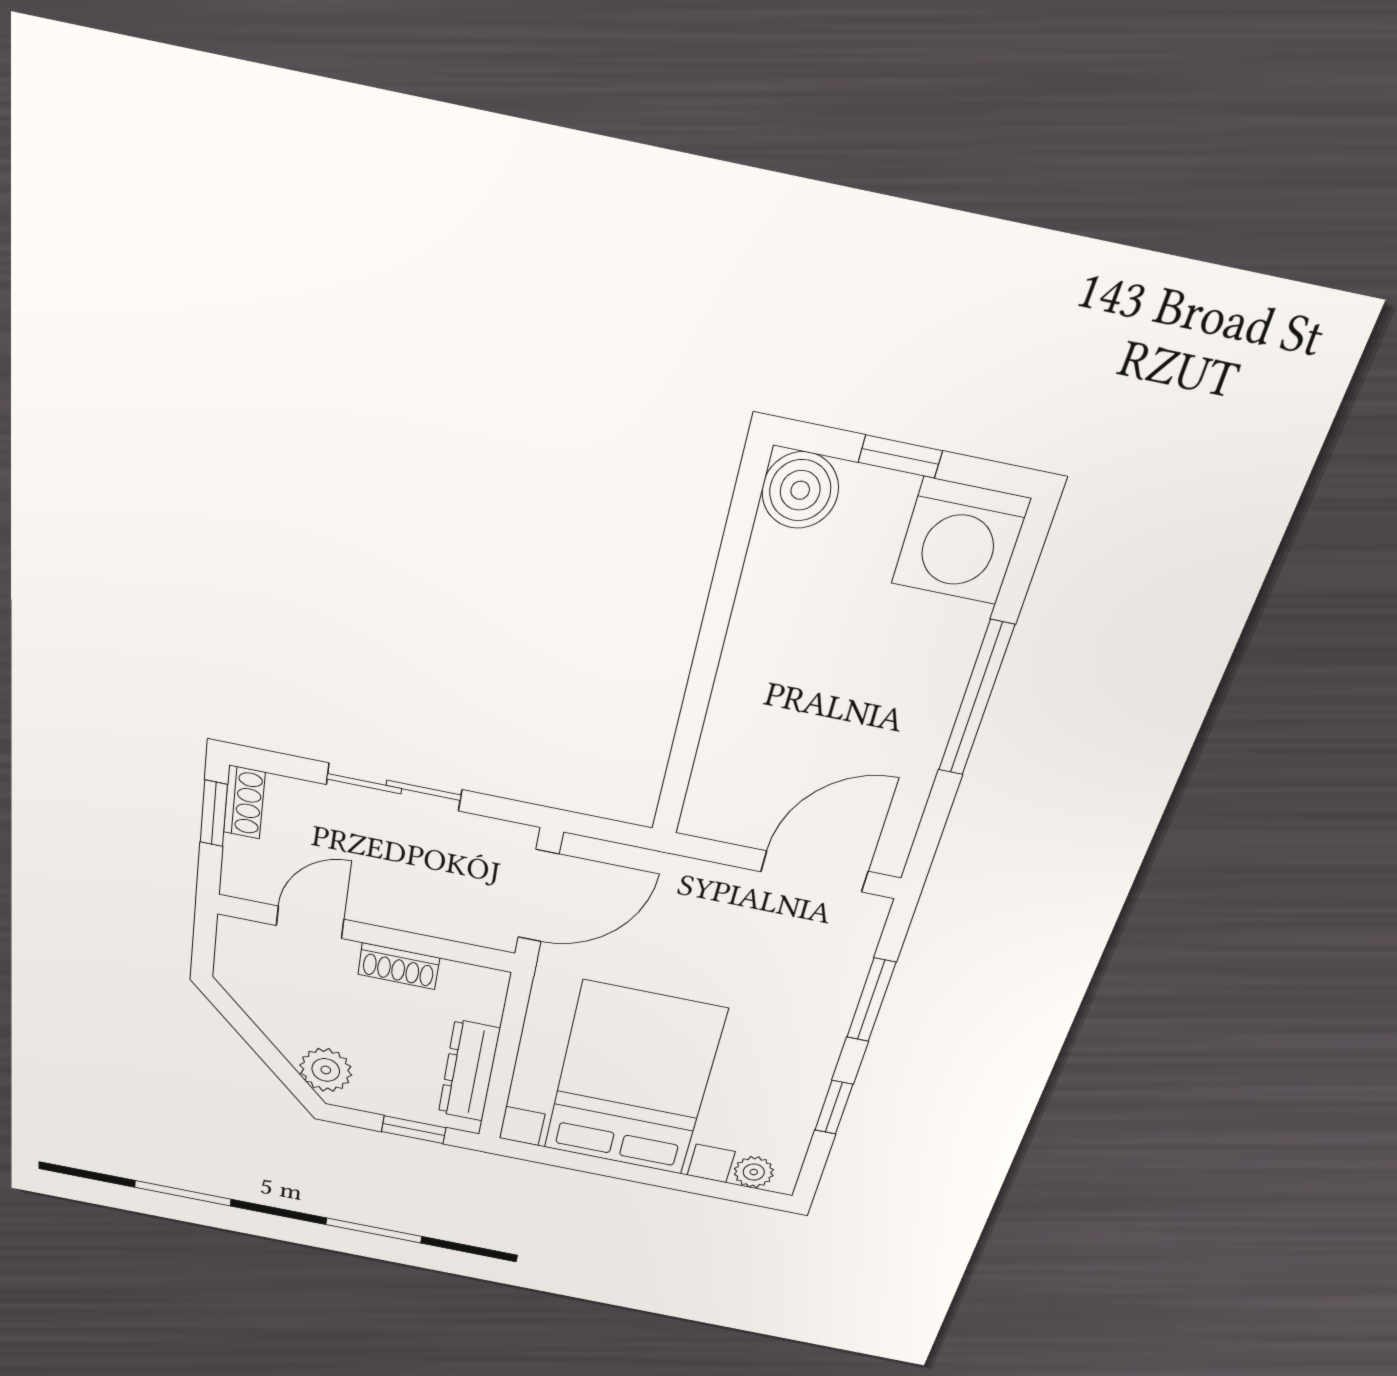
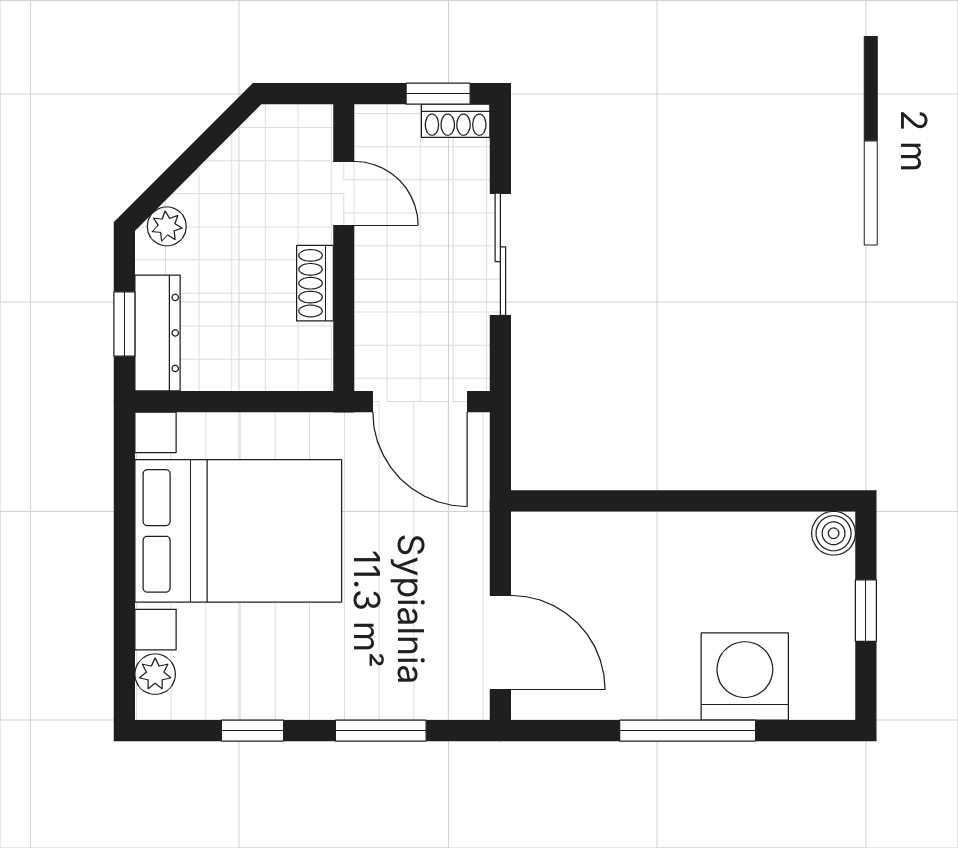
boiler: (800, 490) -> (834, 533), width x0.73, depth x0.73
washing machine: (960, 541) -> (745, 677), moved, turned 90
plant: (326, 1070) -> (167, 226), width x0.73, depth x0.73
dresser: (469, 1071) -> (158, 333), moved, turned 90

